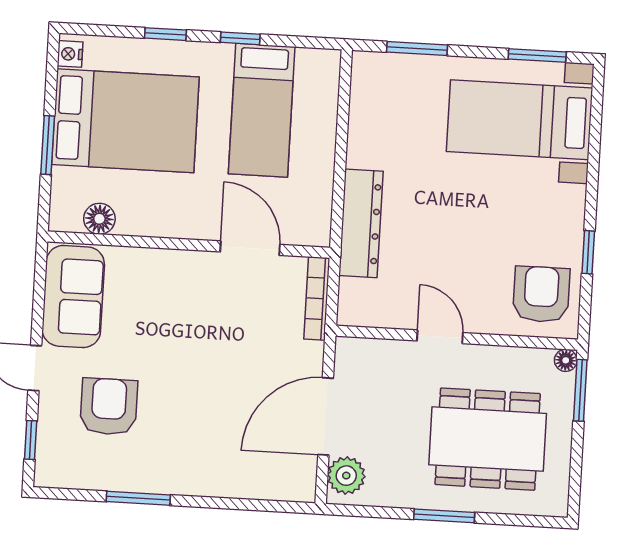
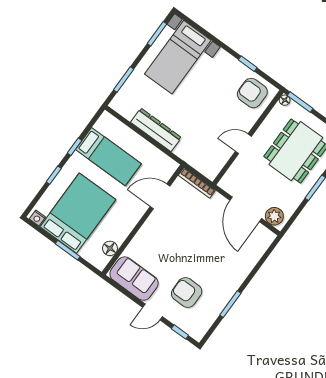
dresser: (361, 223) -> (156, 130), moved

